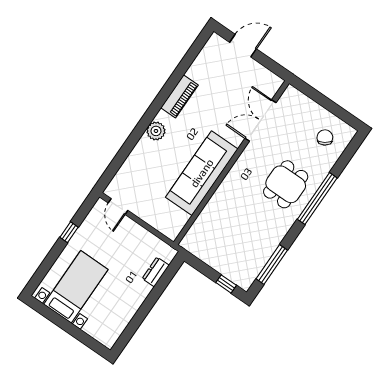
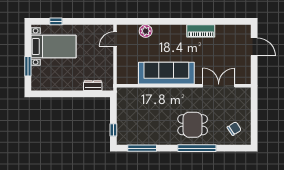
plant: (156, 131) -> (146, 31), moved
window: (69, 232) -> (56, 21), moved
window: (79, 334) -> (28, 66), added

